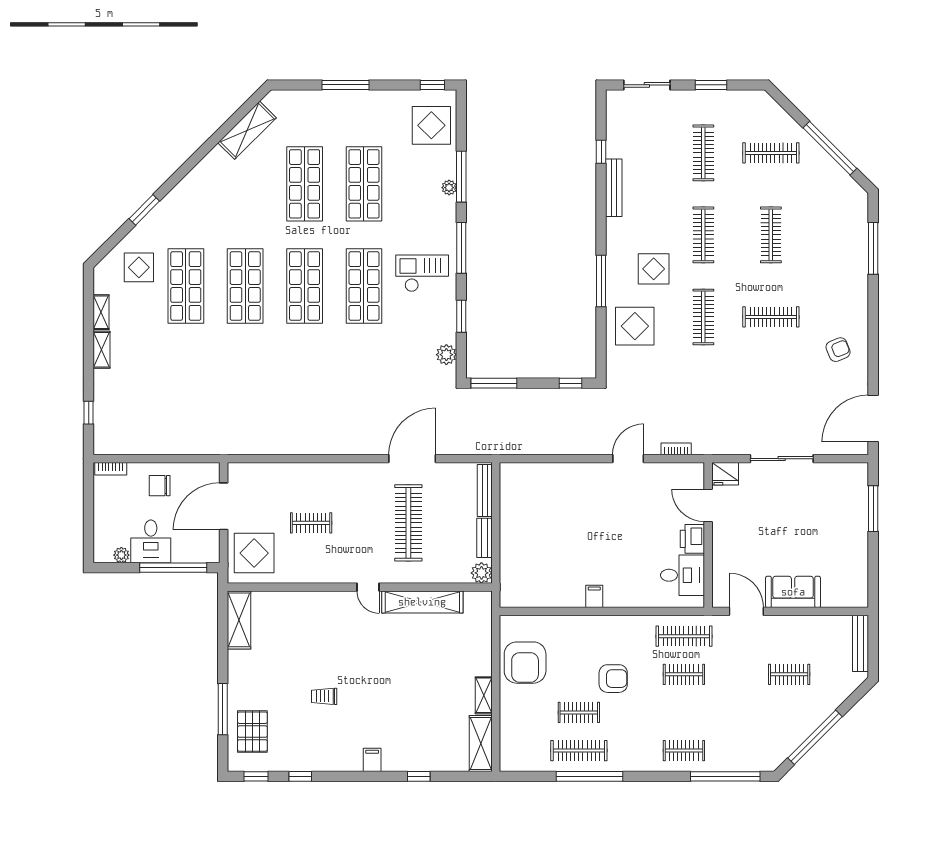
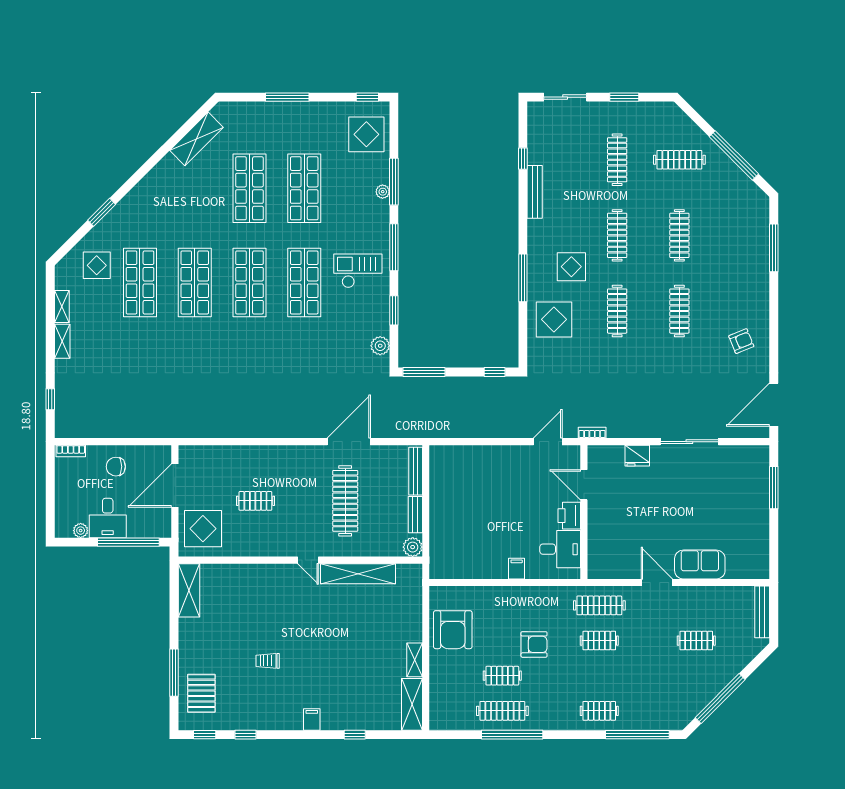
clothes rail: (771, 317) -> (679, 311), turned 90
door: (708, 505) -> (584, 485), moved
wall: (708, 535) -> (584, 512), moved
printer: (692, 539) -> (569, 516), moved
desk: (683, 575) -> (560, 549), moved

